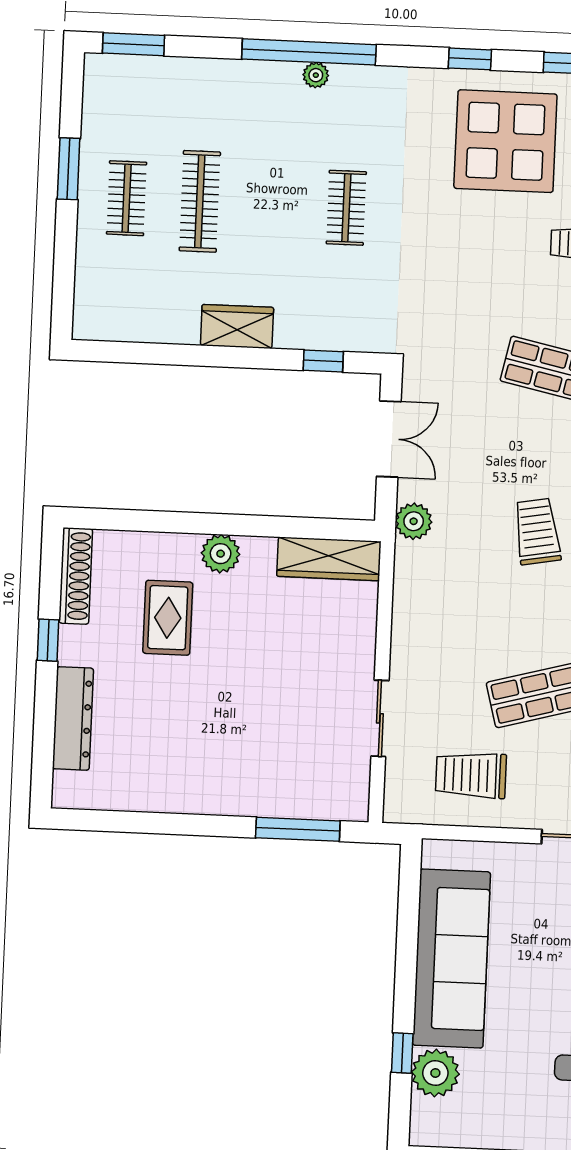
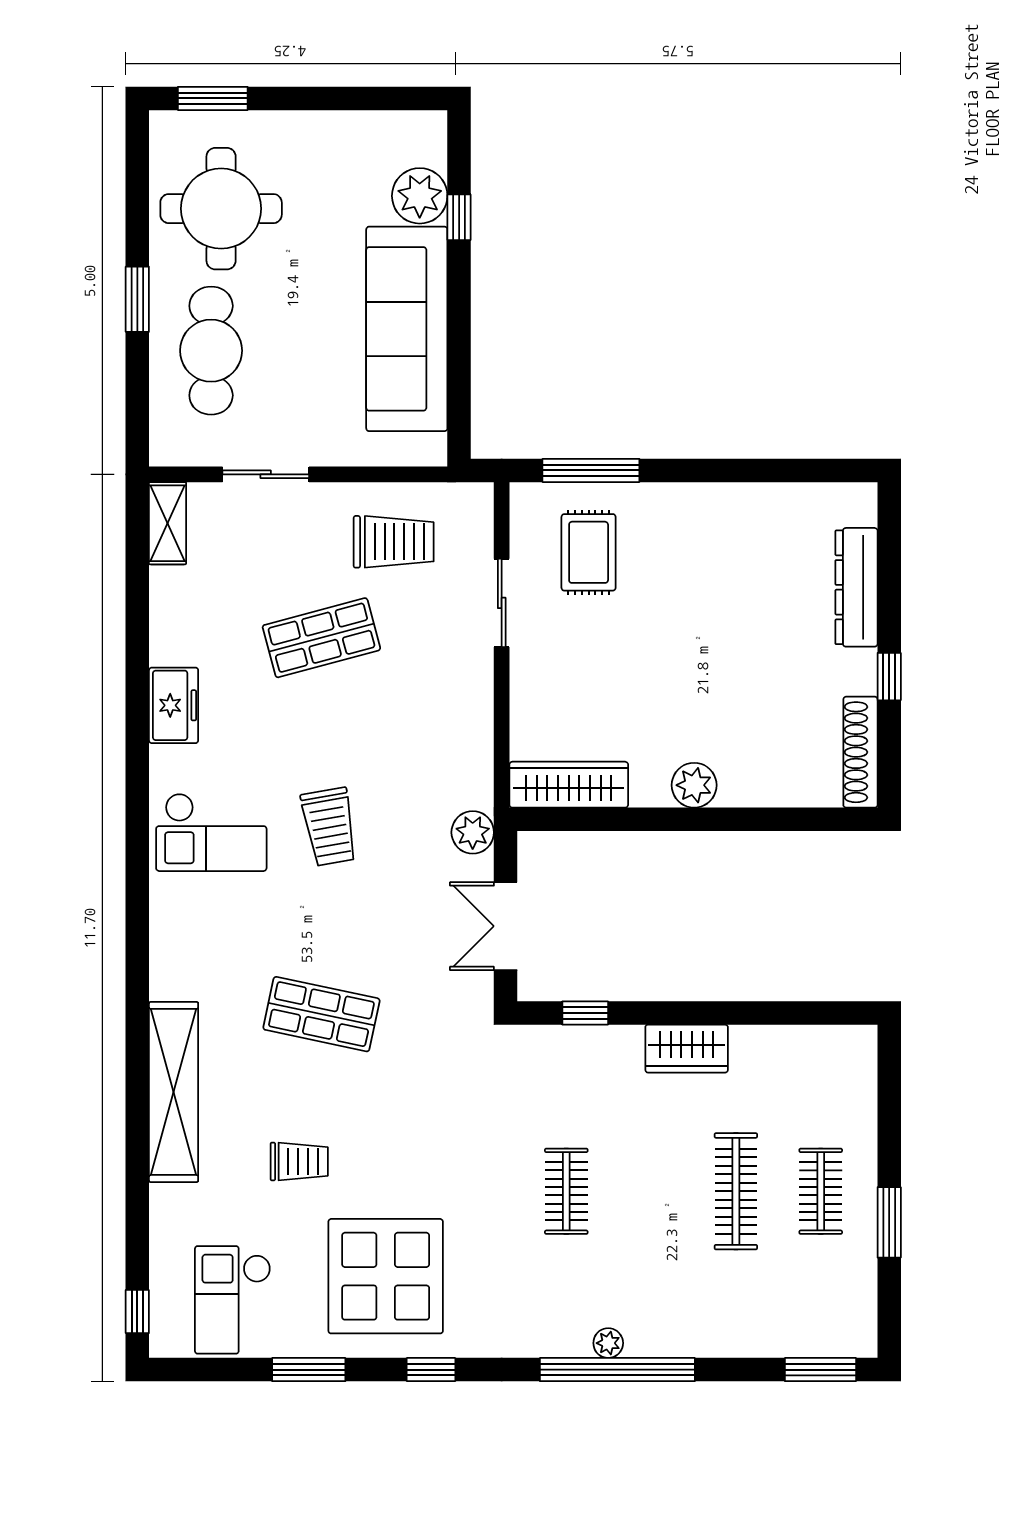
rug: (168, 618) -> (589, 552), moved

